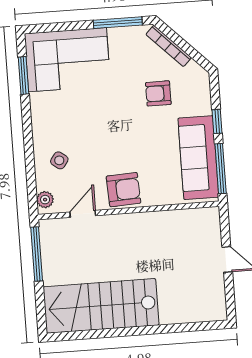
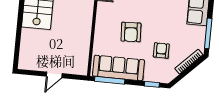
window: (217, 121) -> (152, 84), moved
armchair: (124, 190) -> (131, 32), moved

